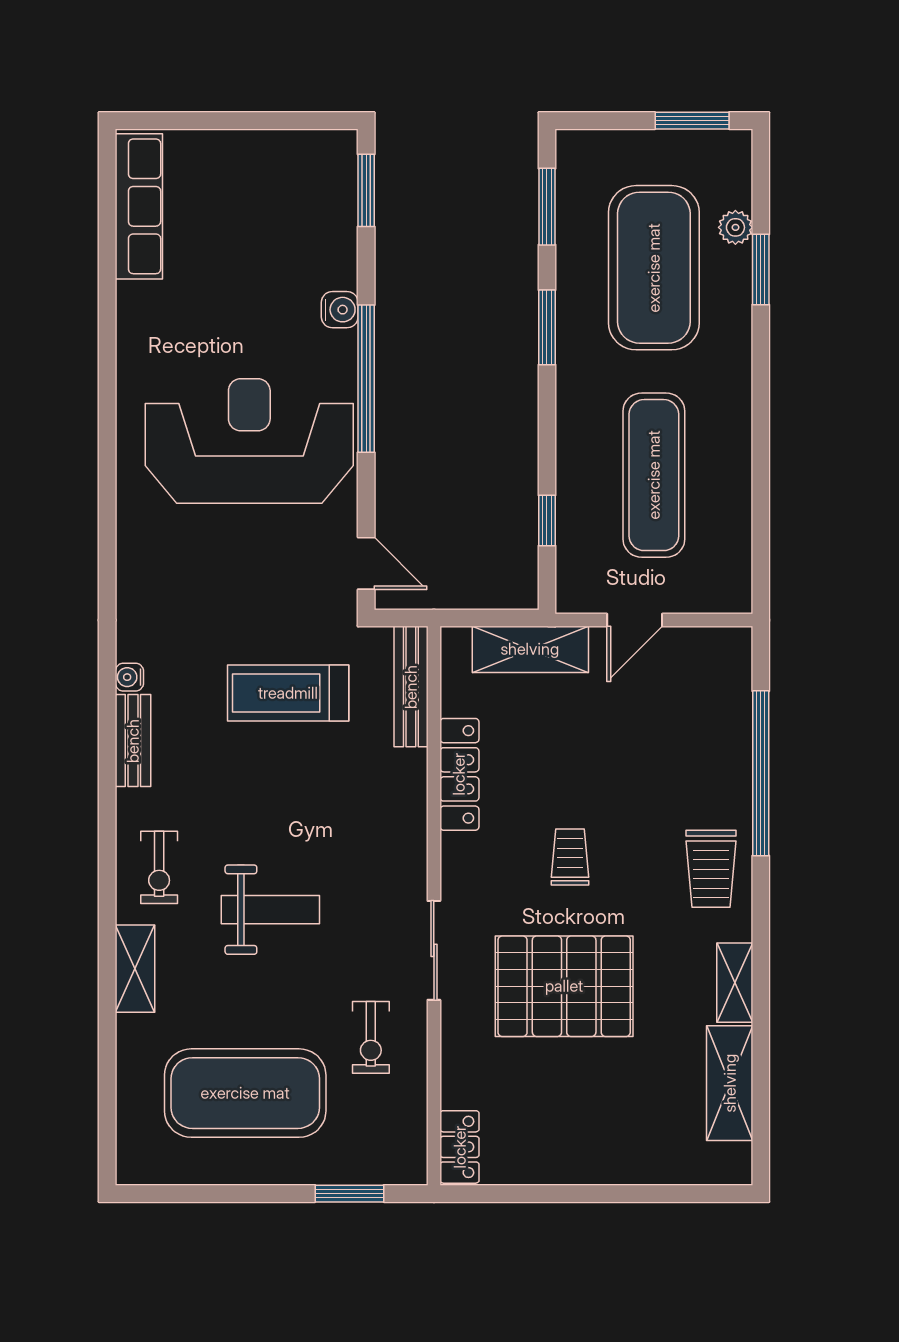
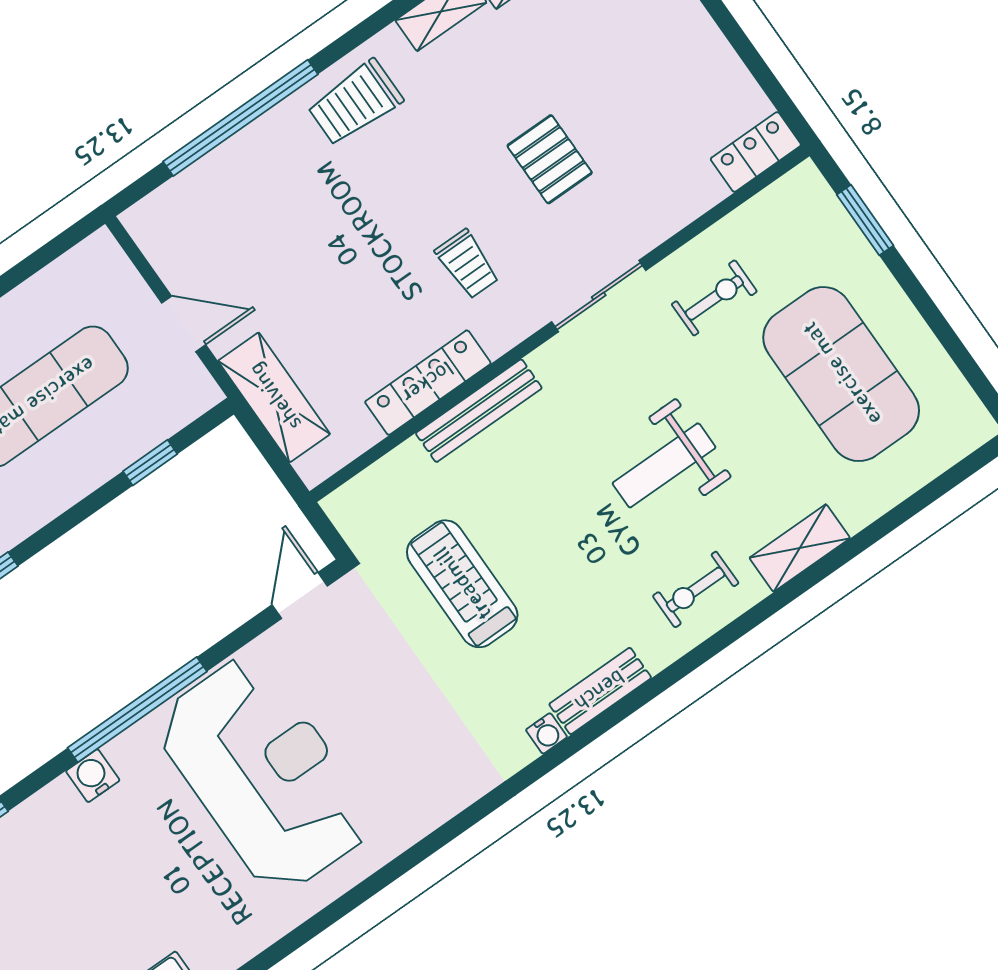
reception desk: (249, 441) -> (264, 774), turned 180
bench: (411, 687) -> (479, 411), moved
treadmill: (288, 693) -> (462, 584), turned 180
trolley: (570, 857) -> (467, 264), moved, turned -90
exercise bike: (159, 867) -> (696, 590), turned 180
trolley: (711, 869) -> (355, 103), turned 180
weight bench: (270, 910) -> (664, 465), turned -90
pallet: (564, 986) -> (550, 159), width x0.49, depth x0.50

